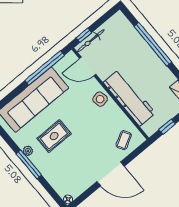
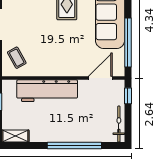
bicycle: (91, 41) -> (119, 124), moved
side table: (100, 99) -> (66, 66), removed

